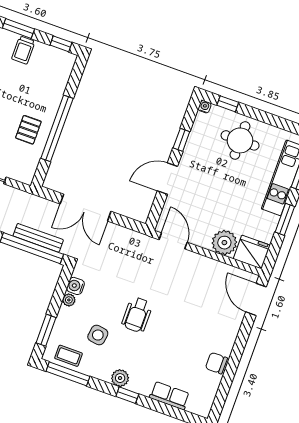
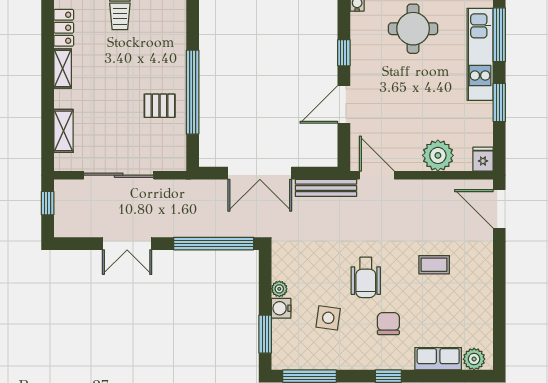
pallet: (28, 130) -> (160, 106), turned 90
bench: (38, 238) -> (326, 188), moved
fridge: (252, 252) -> (483, 159), width x0.53, depth x0.75
water cooler: (76, 286) -> (281, 308), moved
coffee table: (69, 356) -> (434, 265), moved
chair: (216, 363) -> (388, 324), moved, turned 90
plant: (120, 378) -> (474, 359), moved

